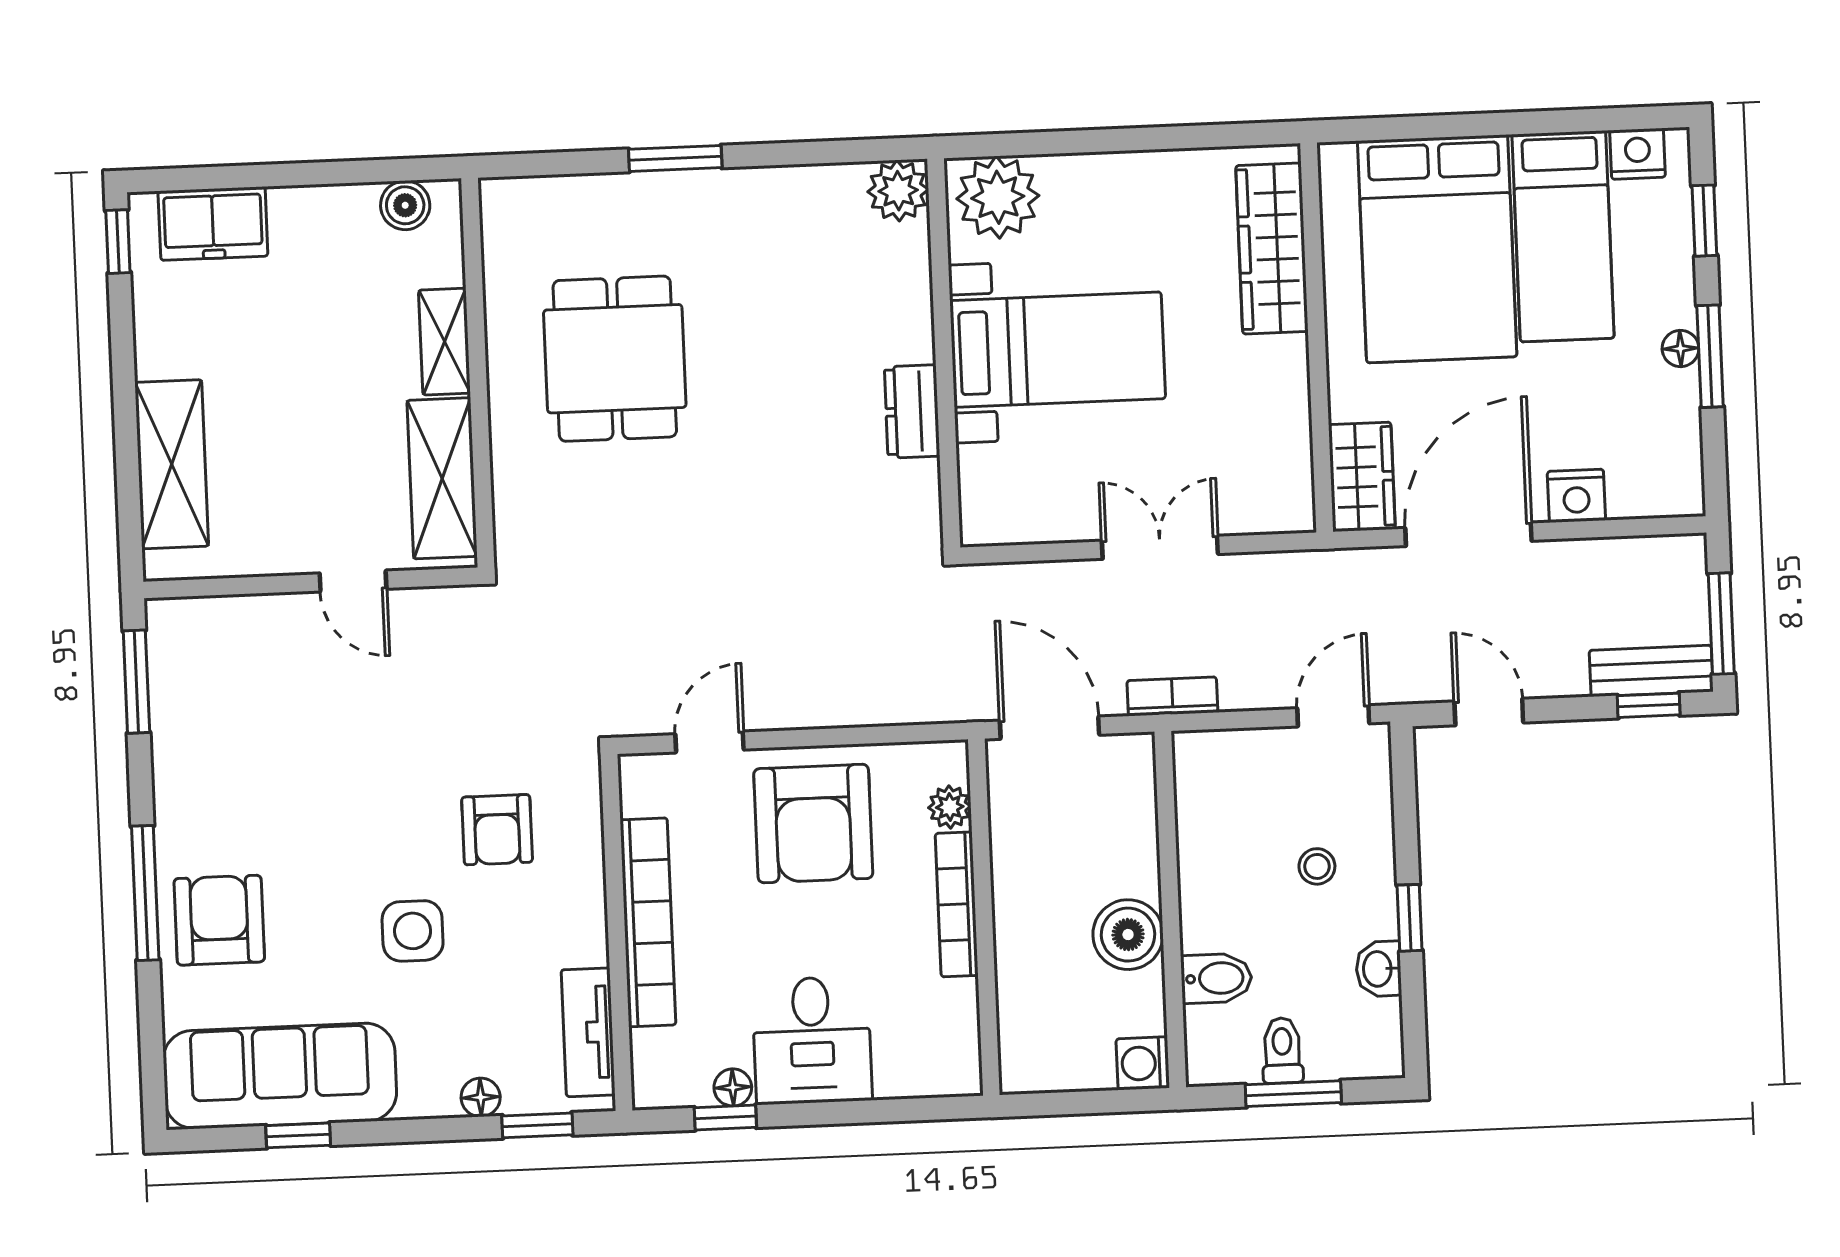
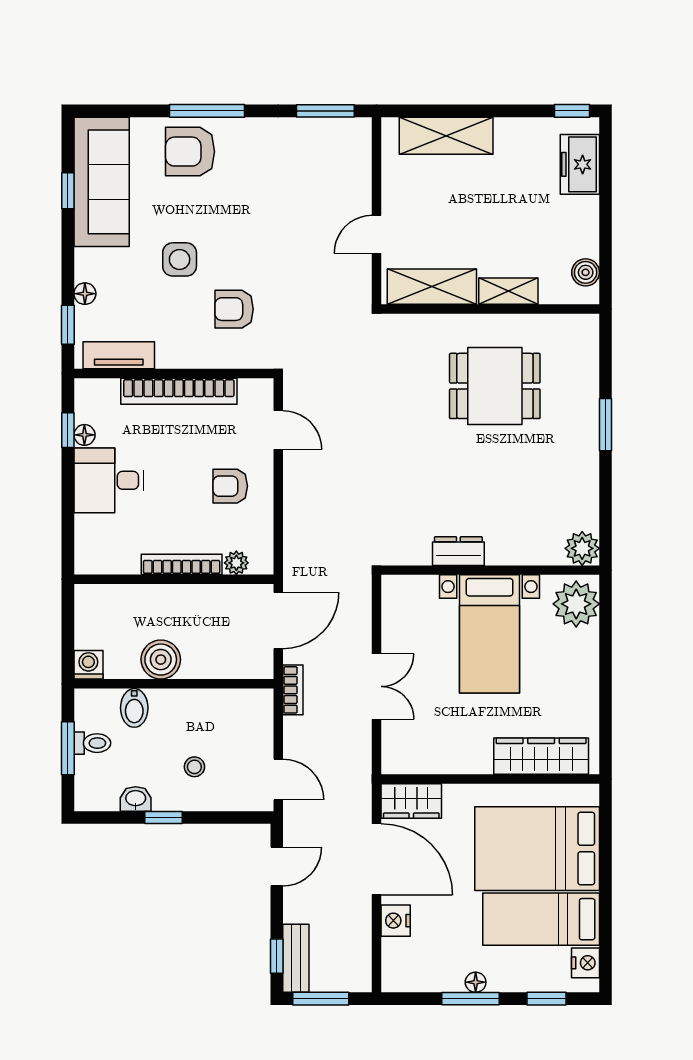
armchair: (813, 824) -> (230, 486), width x0.53, depth x0.53
armchair: (219, 920) -> (190, 152), turned 180

